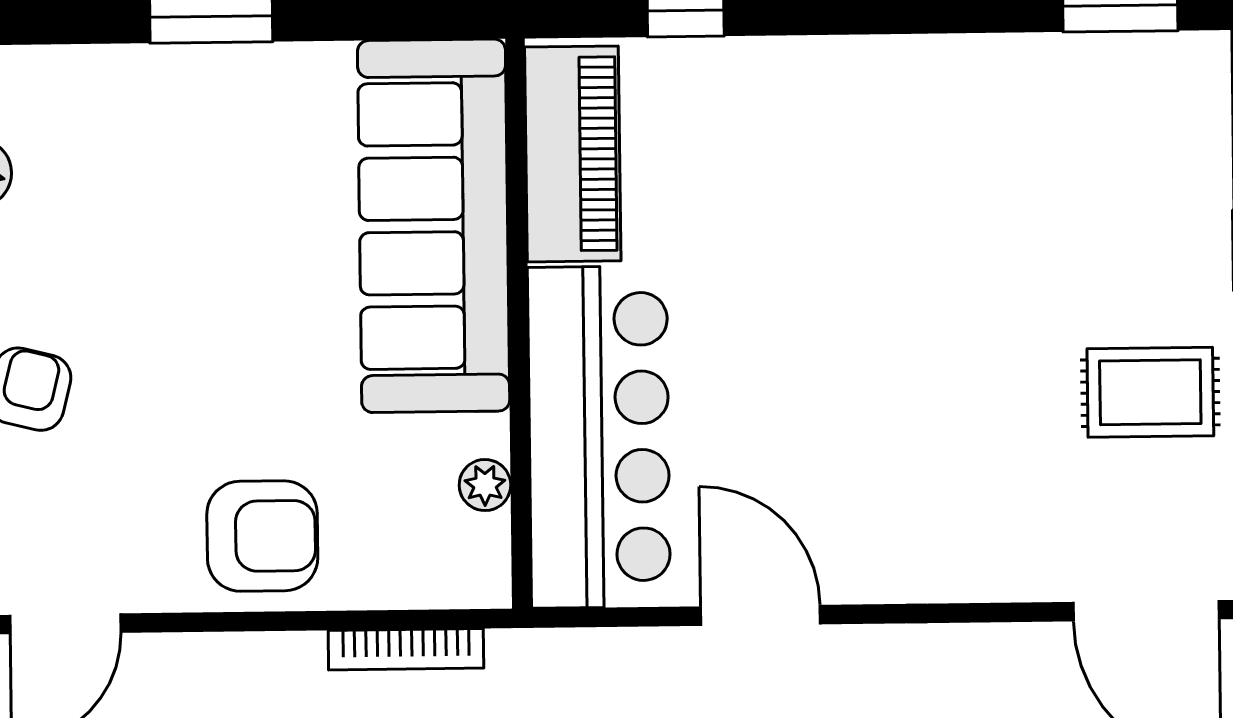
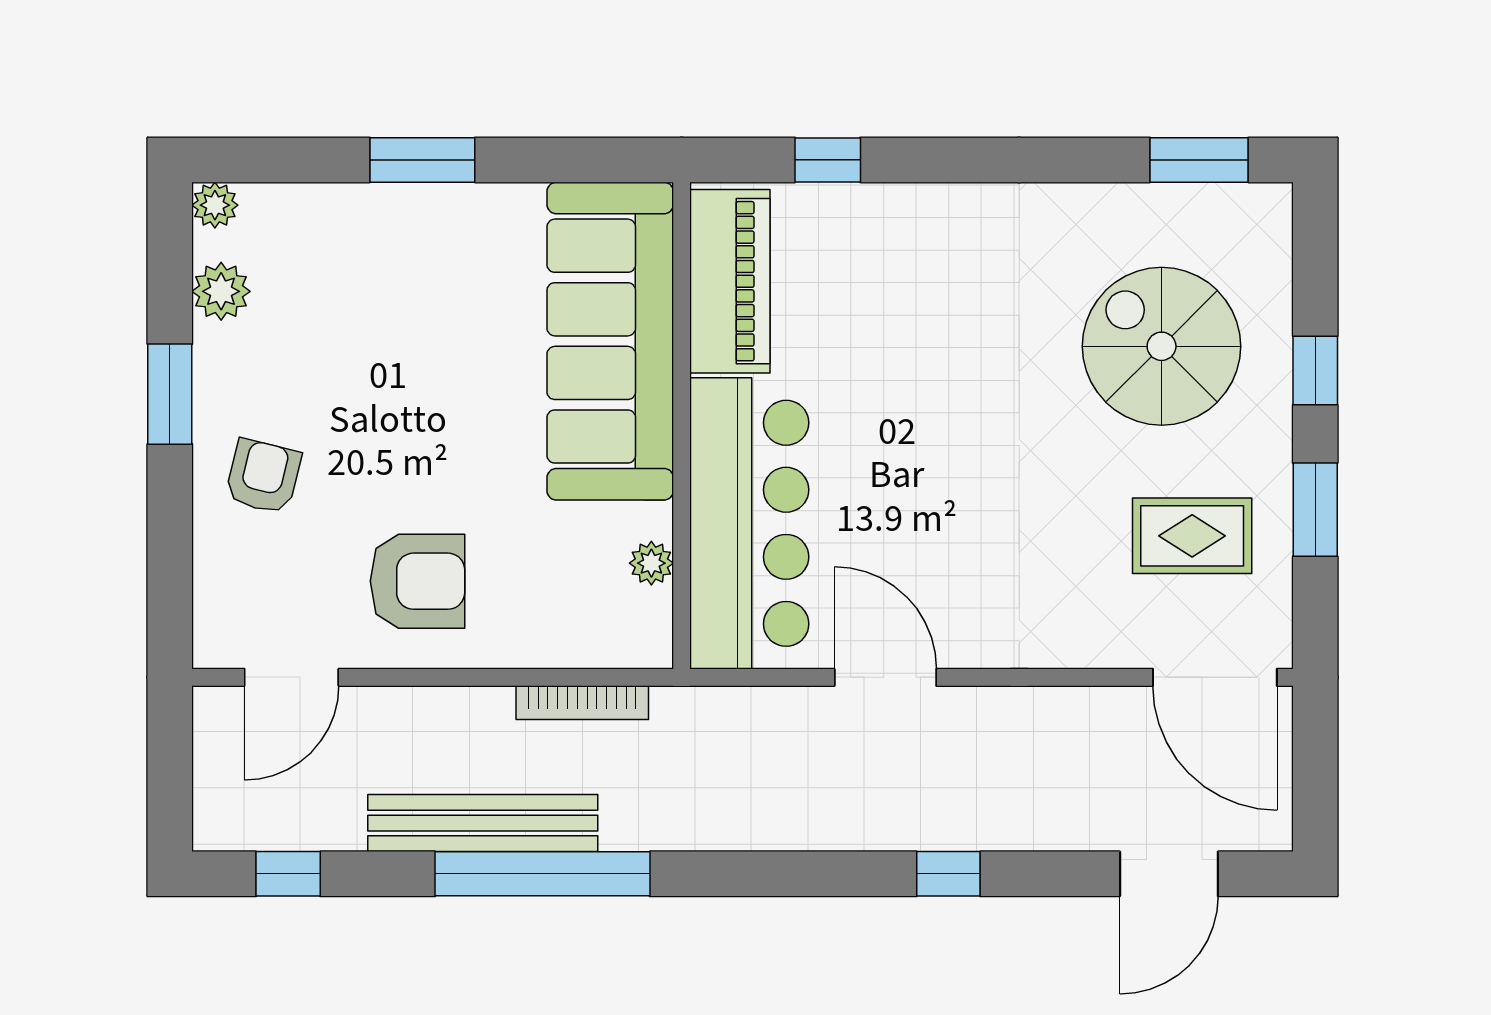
spiral stairs: (1079, 224) -> (1162, 346), added
rug: (1150, 392) -> (1192, 536), moved
armchair: (262, 536) -> (417, 581), moved

